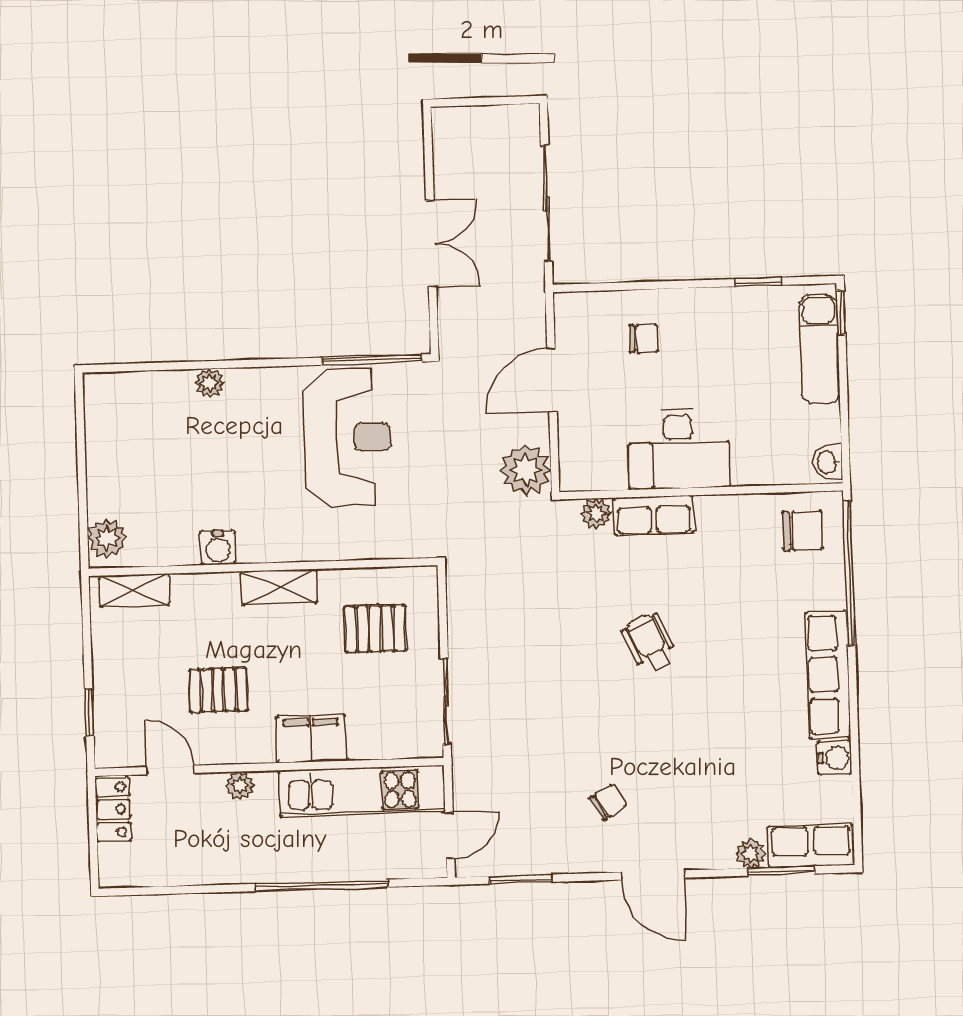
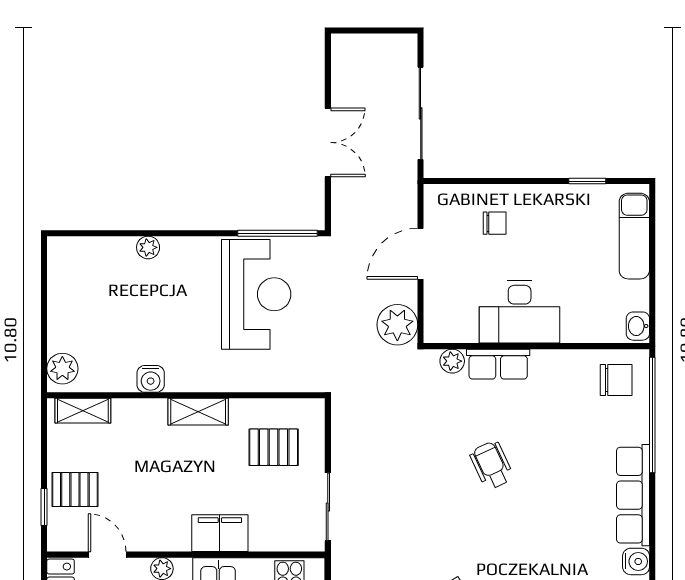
window: (841, 313) -> (652, 207), removed
pallet: (218, 690) -> (75, 489), moved

